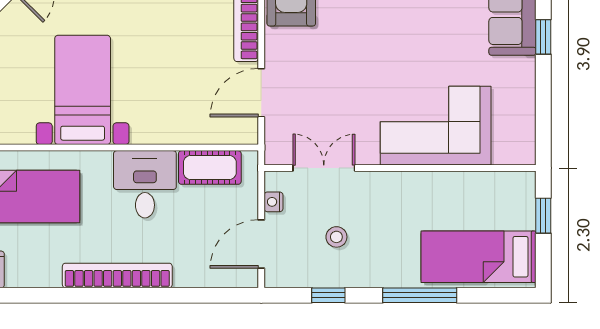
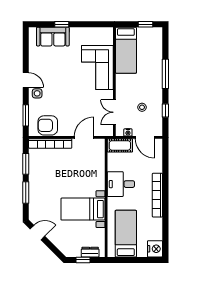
door: (261, 93) -> (84, 137), swing flipped
cot: (210, 167) -> (120, 145), moved, turned 90
window: (543, 216) -> (146, 24), moved
bed: (479, 257) -> (126, 50), moved

